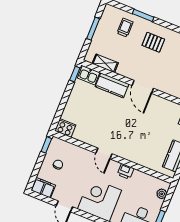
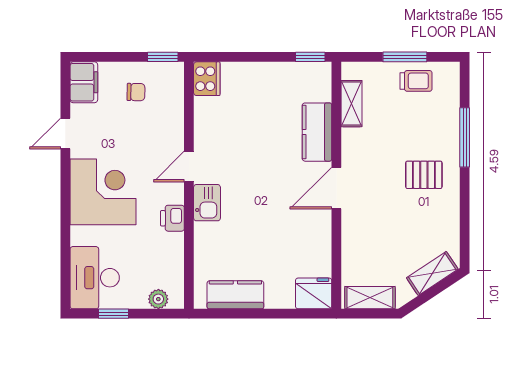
window: (143, 15) -> (465, 137), width x1.44
trolley: (125, 28) -> (416, 81), moved
pallet: (153, 42) -> (424, 175), turned 90
kitchen sink: (89, 75) -> (207, 203), moved, turned 180

